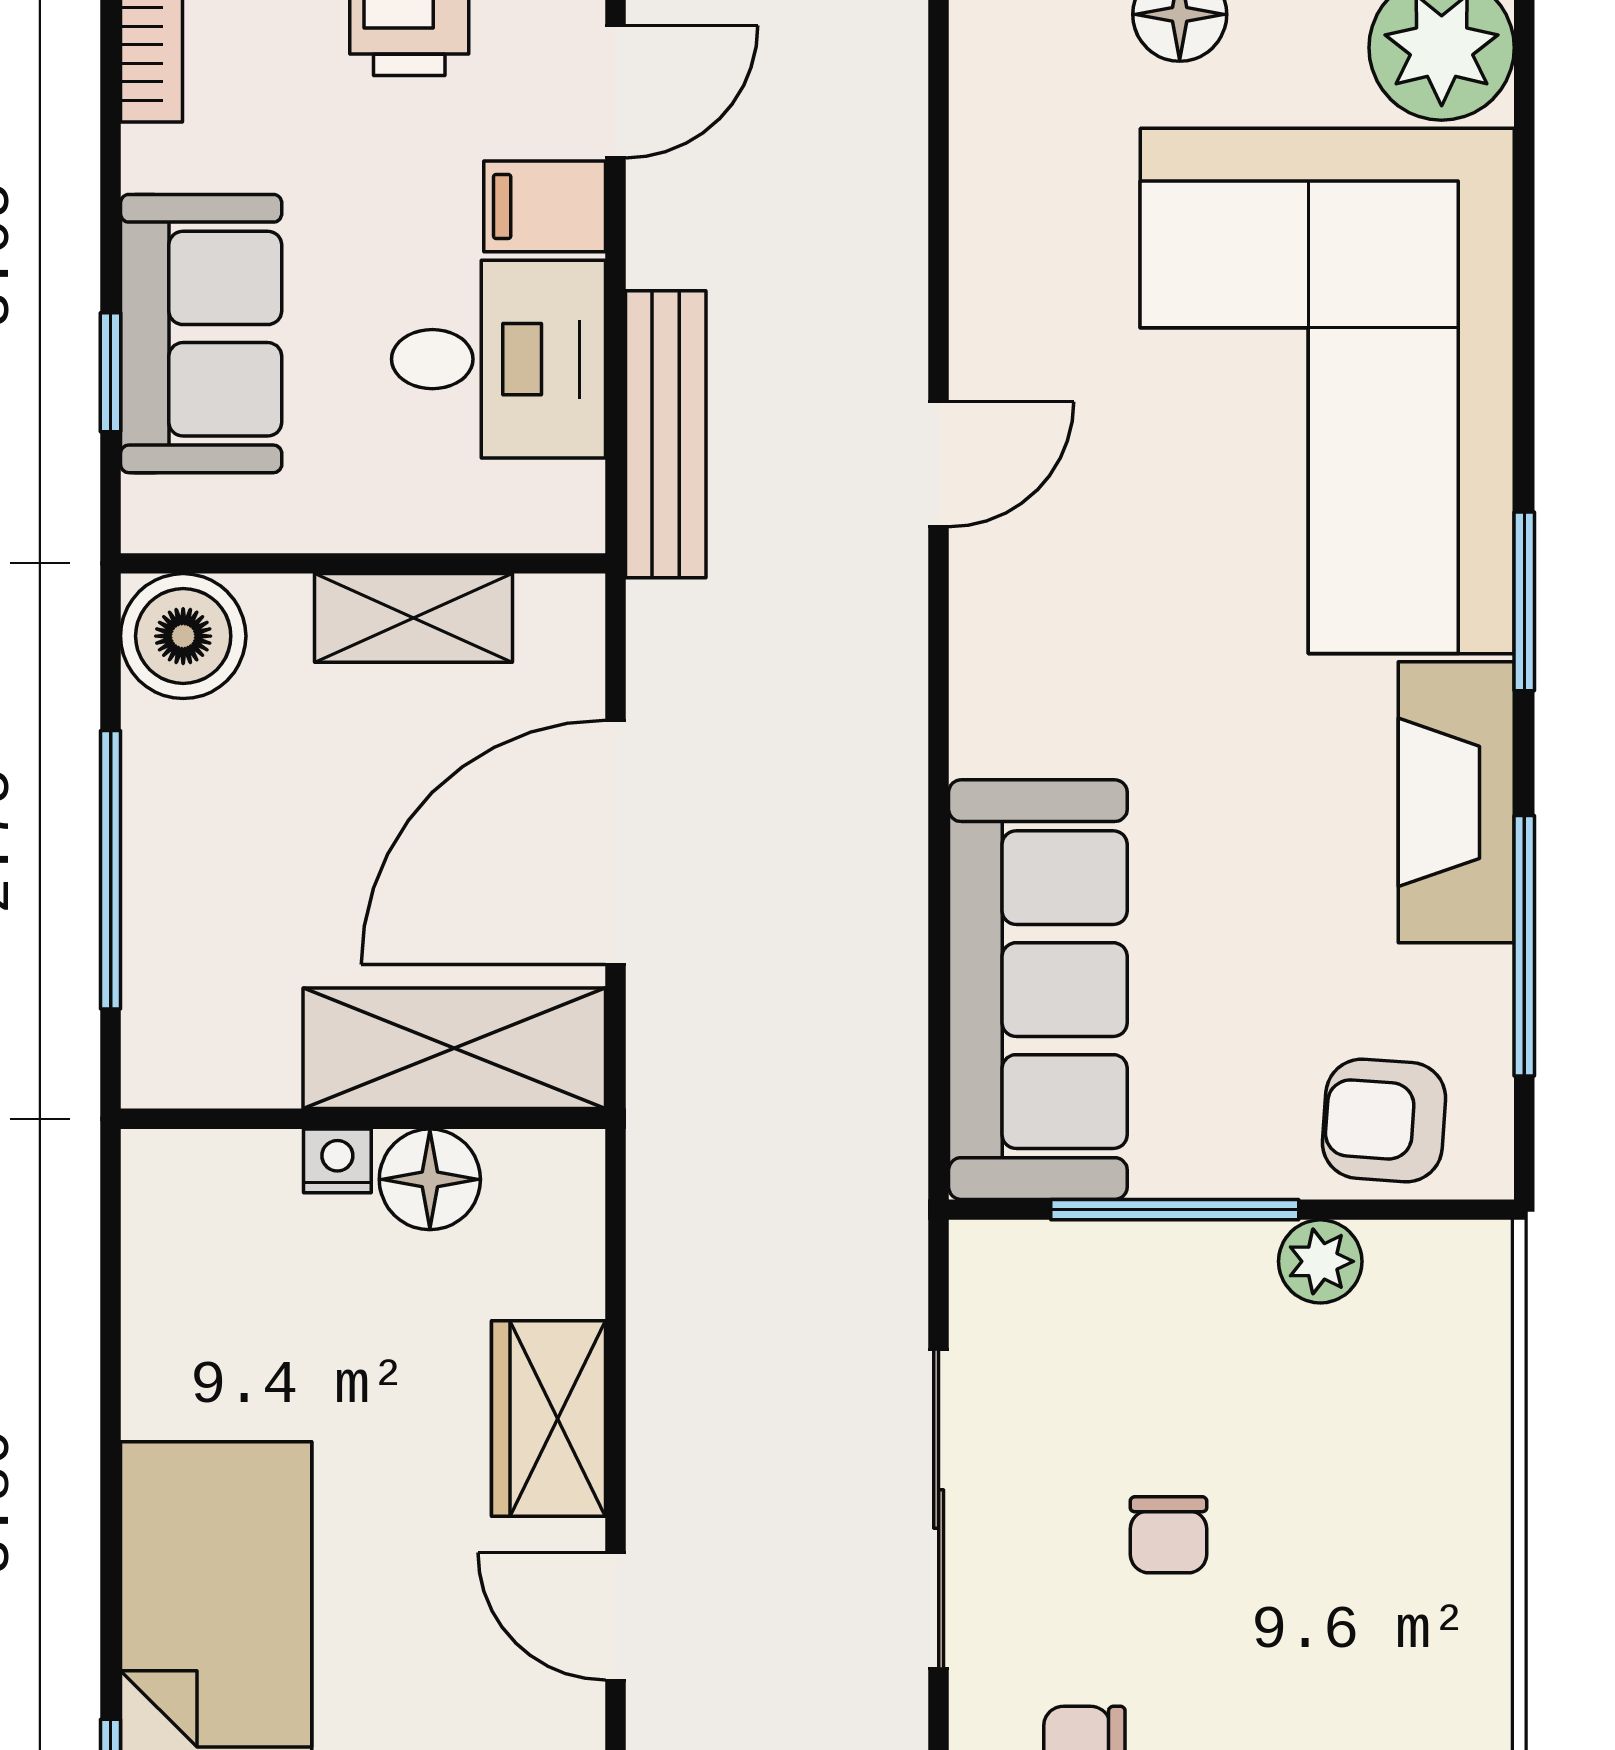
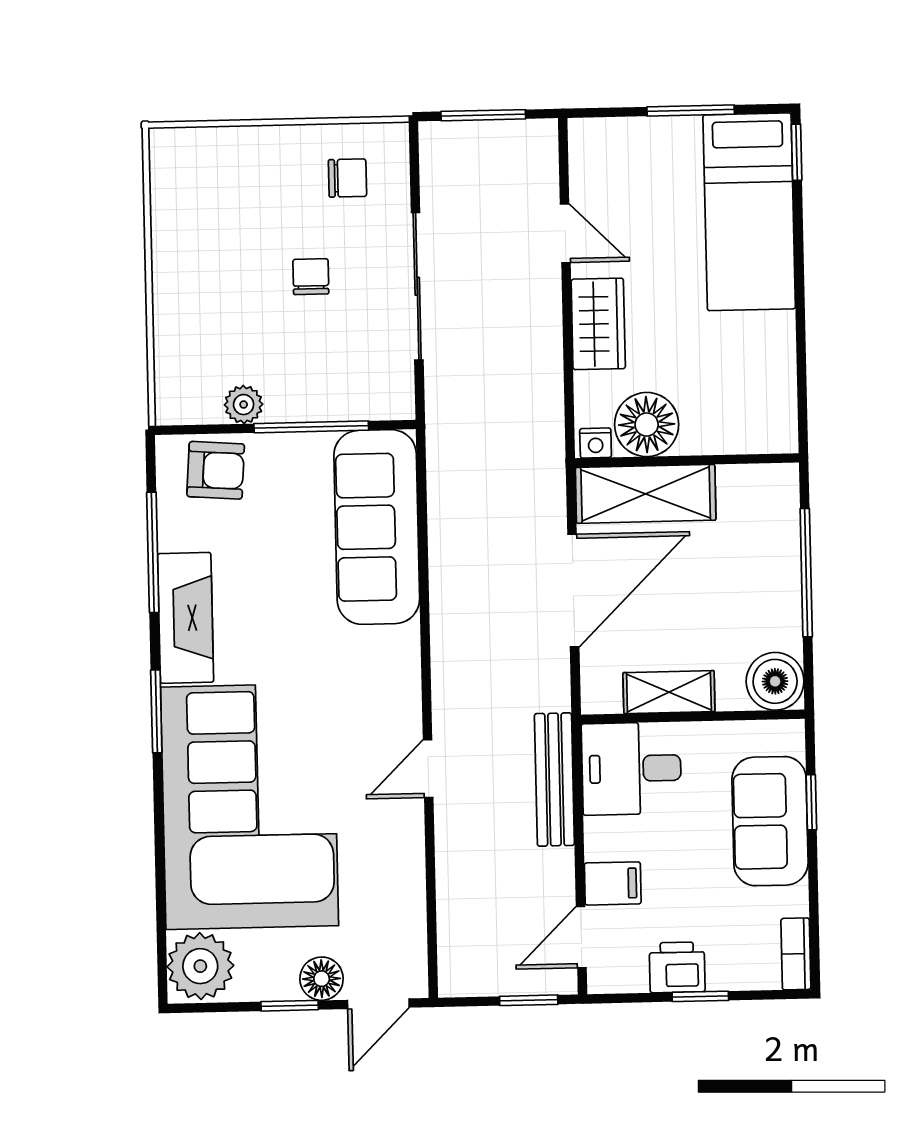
desk: (499, 359) -> (631, 769), moved
nightstand: (337, 1161) -> (596, 443), moved
floor lamp: (430, 1179) -> (647, 425), width x1.38, depth x1.38

